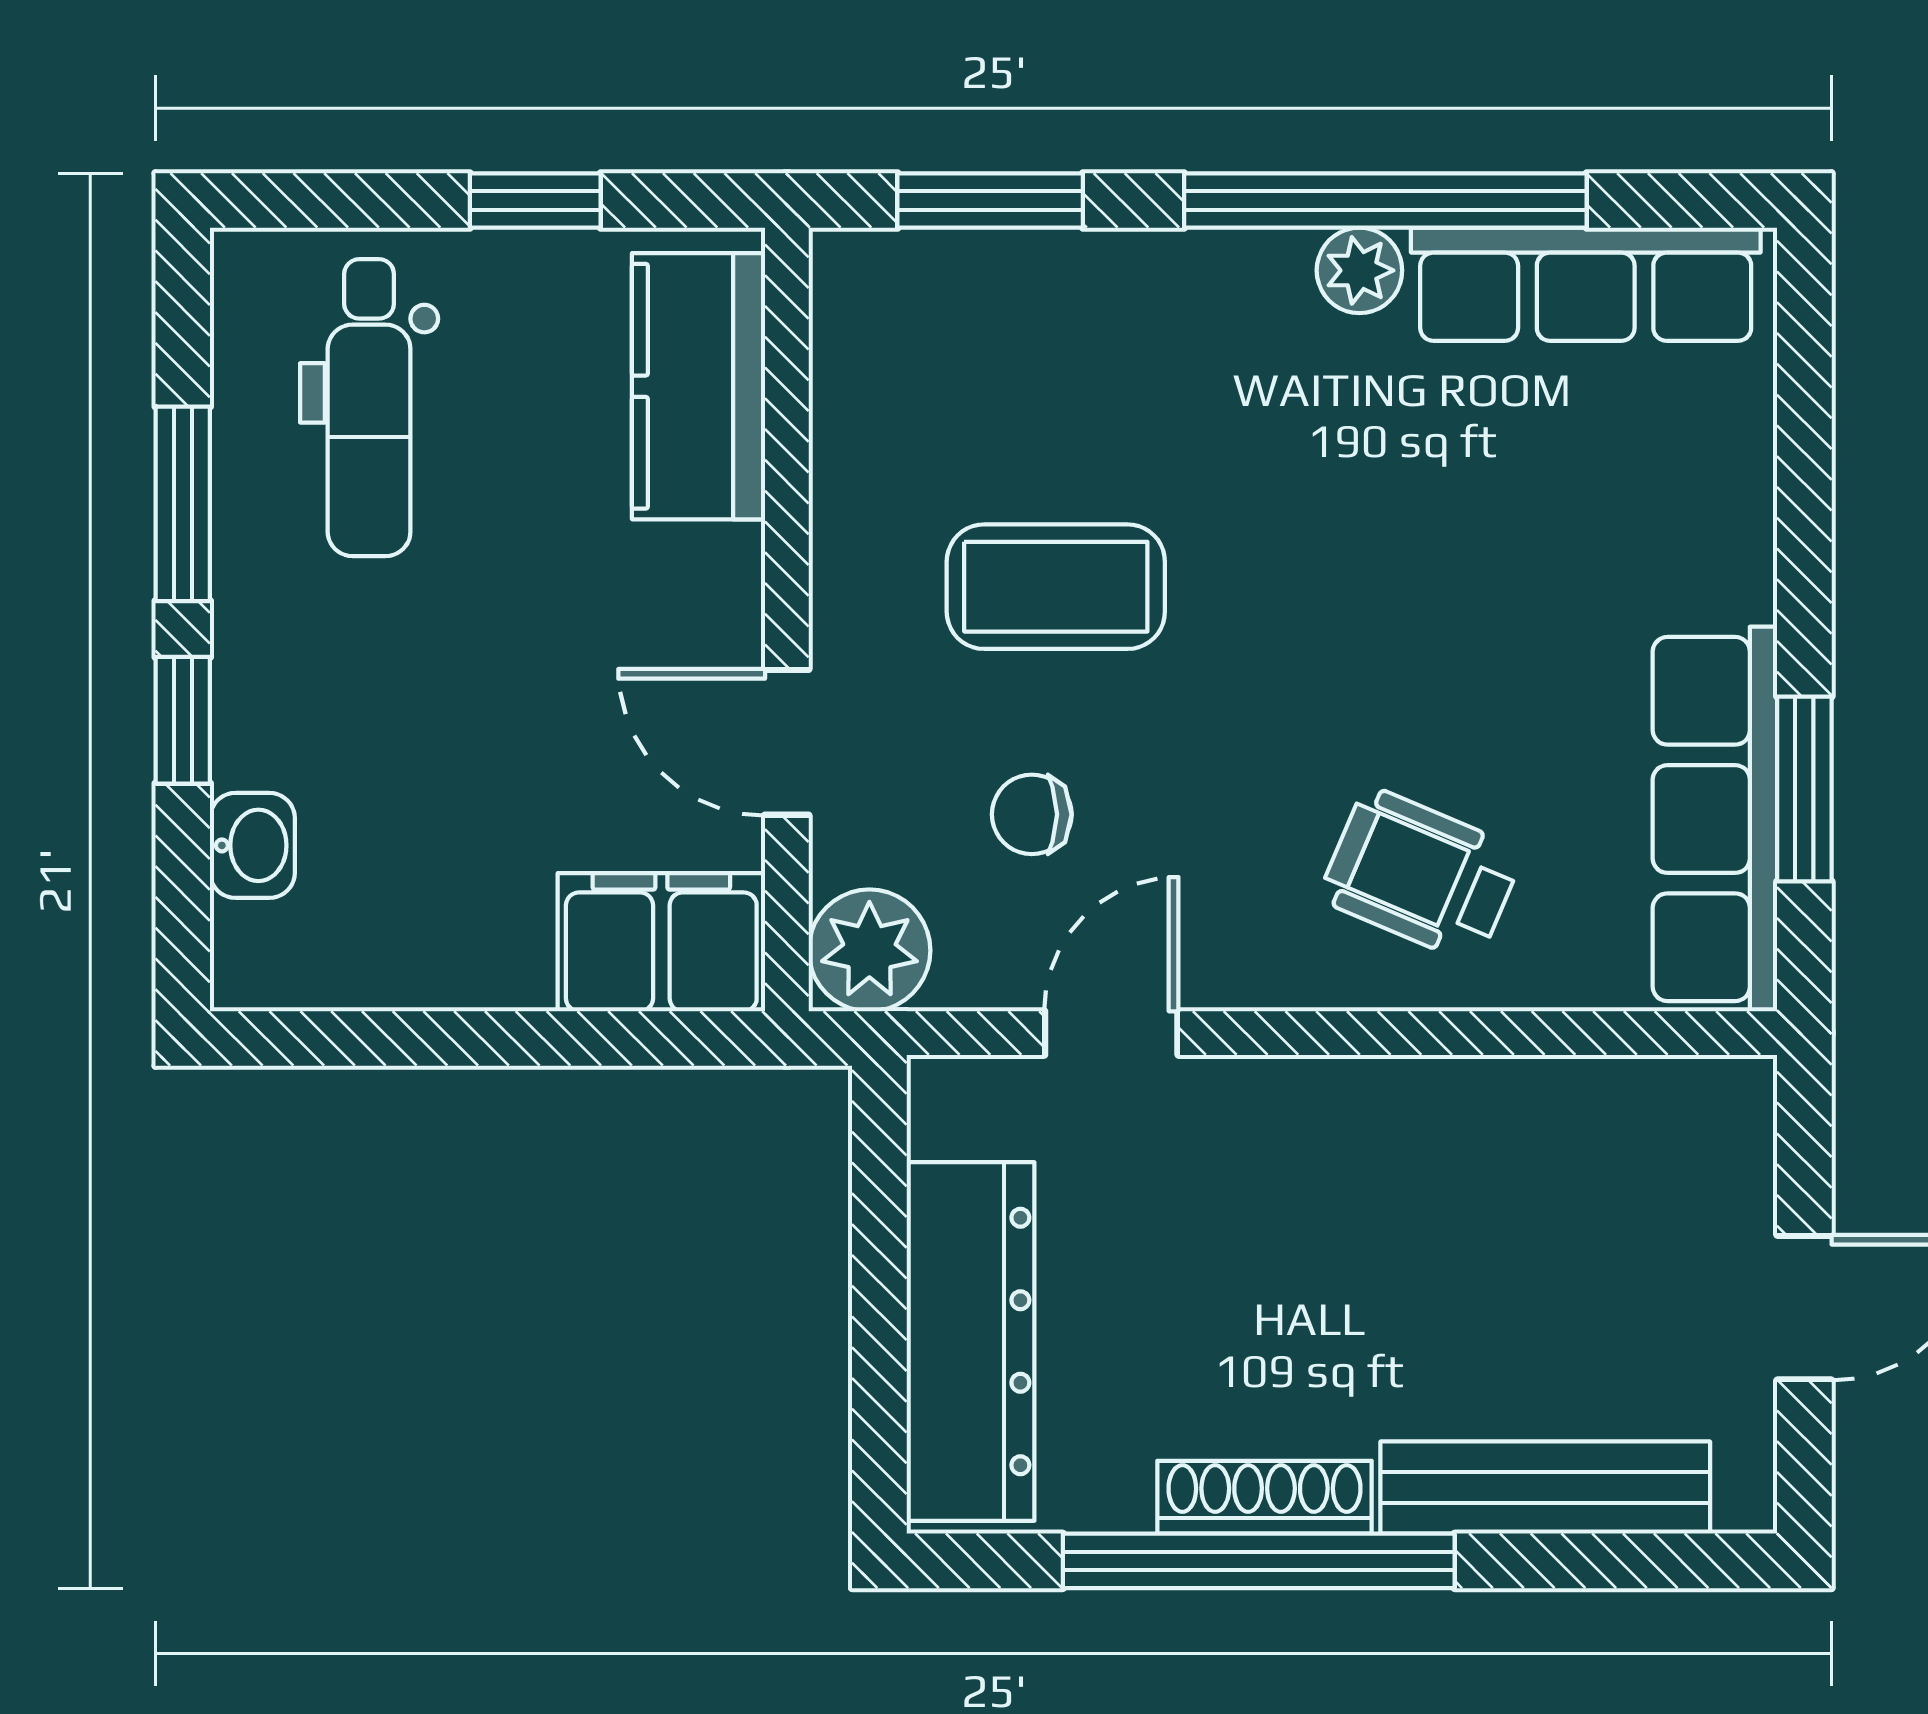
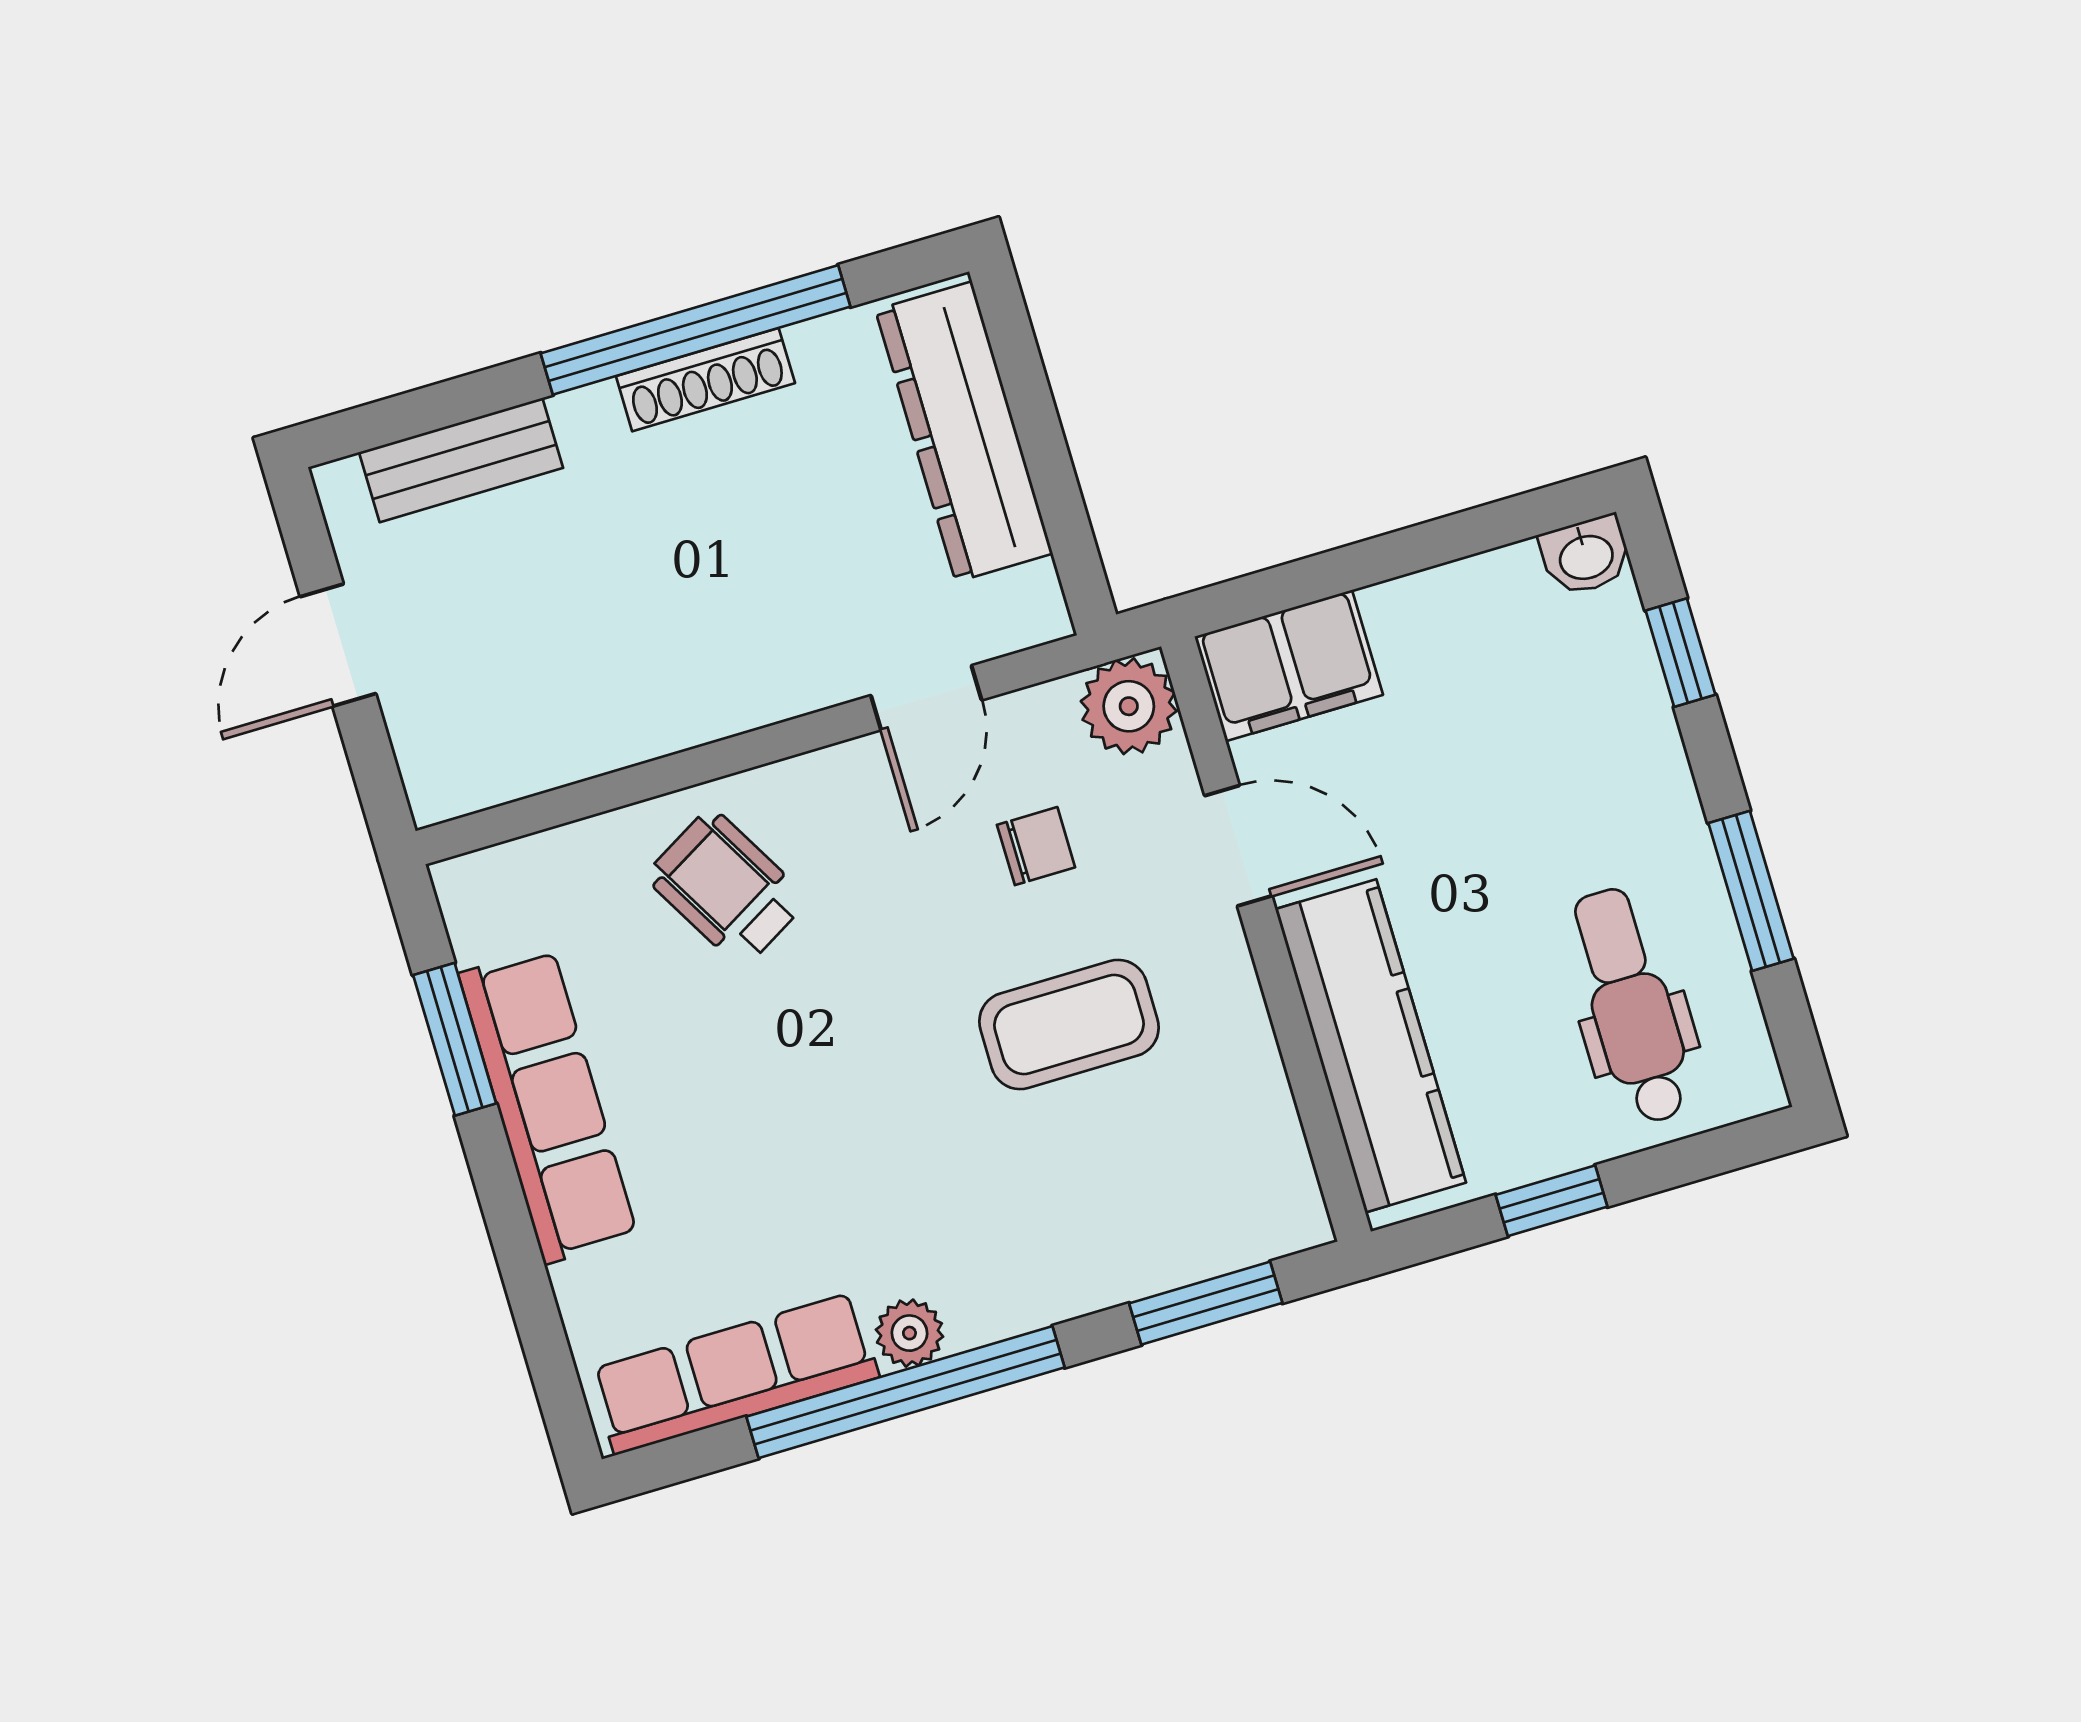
kitchen counter: (698, 386) -> (1371, 1046), width x1.50
window: (183, 720) -> (1680, 653), moved
row of seats: (1715, 819) -> (548, 1105), moved
washbasin: (252, 845) -> (1586, 556), moved, turned -90
wheelchair: (1421, 875) -> (727, 888), turned -143
bench: (1545, 1488) -> (461, 460), width x0.73

